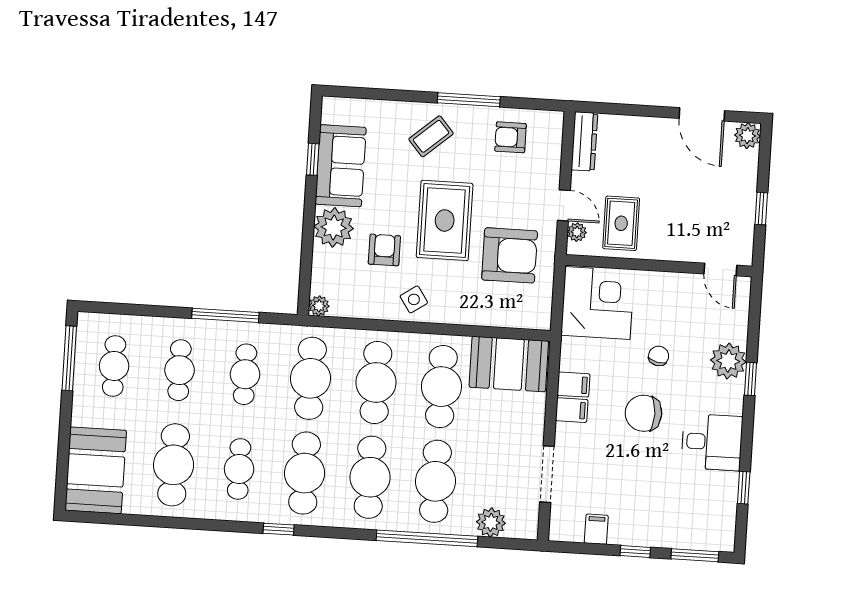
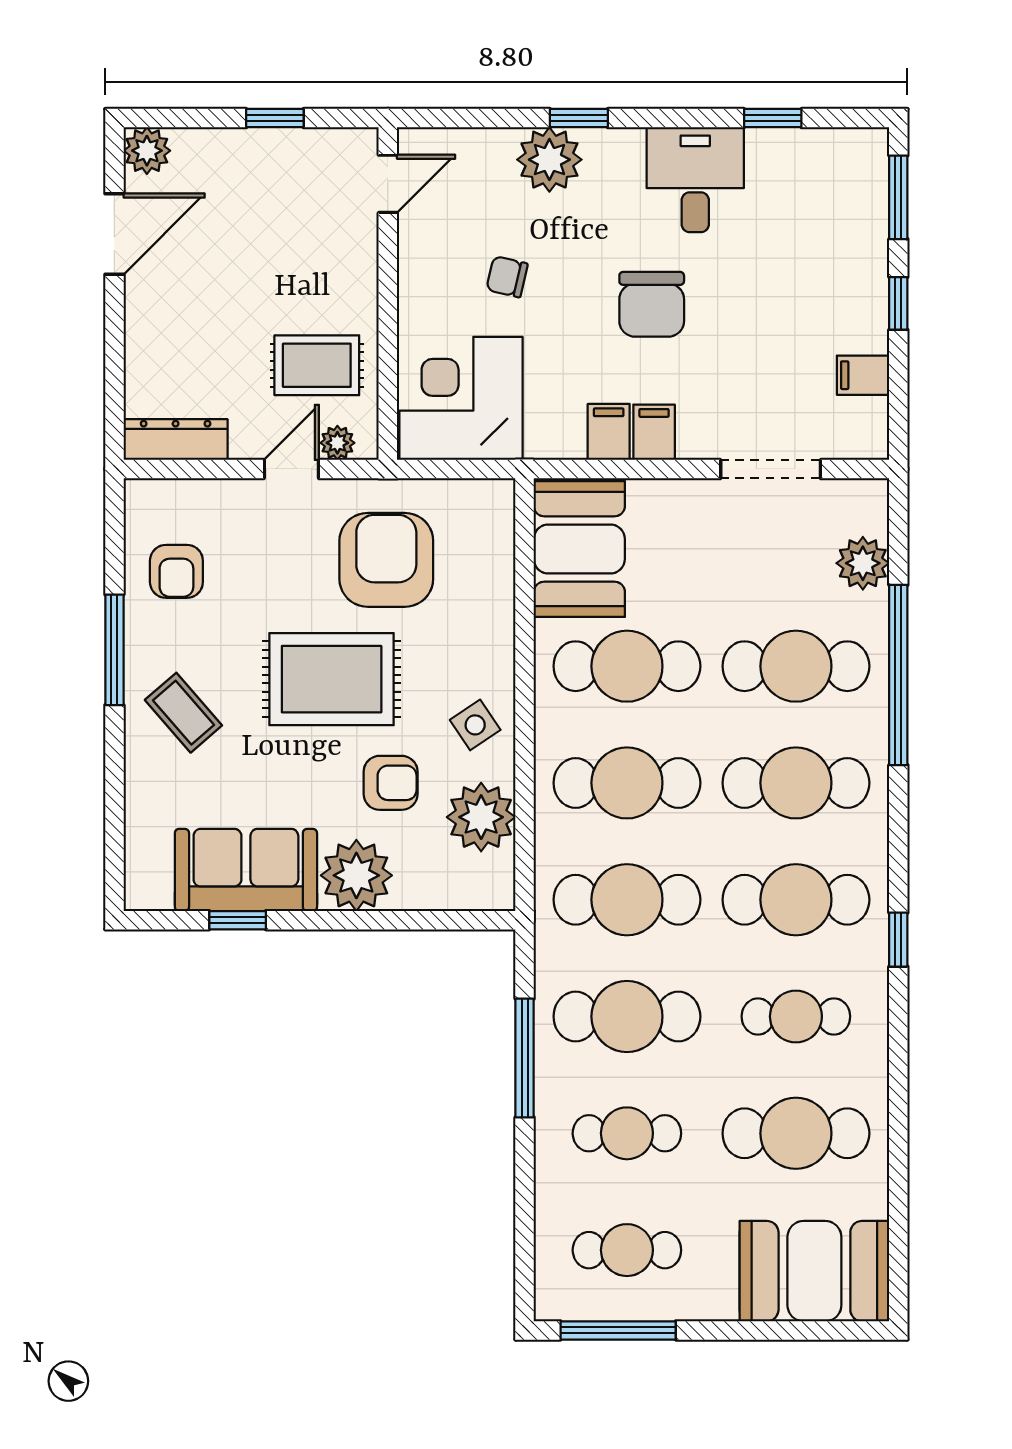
armchair: (384, 250) -> (391, 783), turned 180
plant: (319, 306) -> (481, 817), moved, width x1.88, depth x1.88
chair: (659, 356) -> (507, 277), moved
cafe table: (245, 374) -> (627, 1016), width x1.37, depth x1.35

